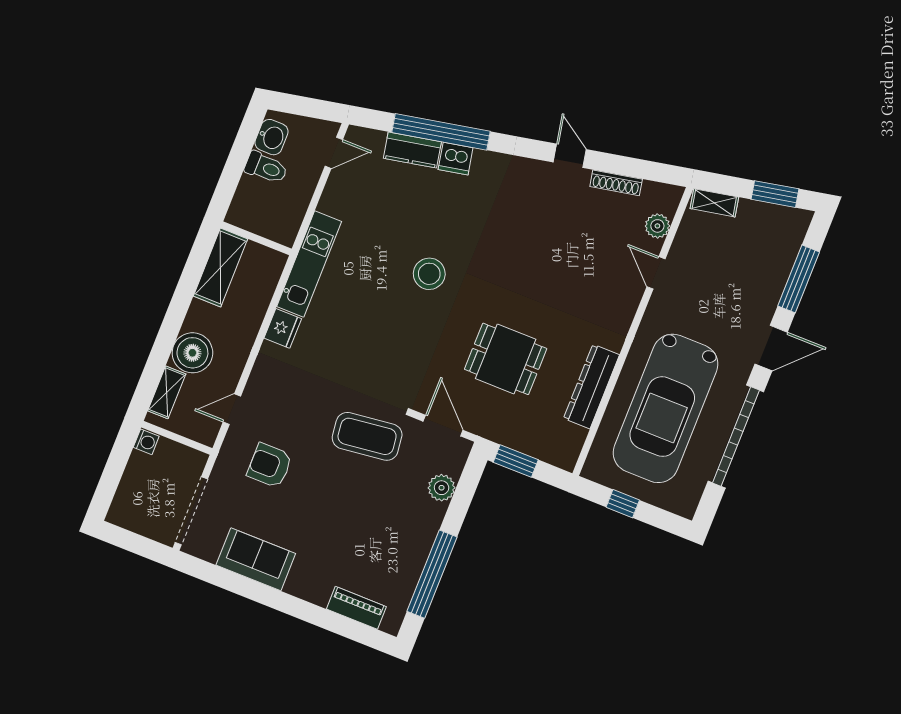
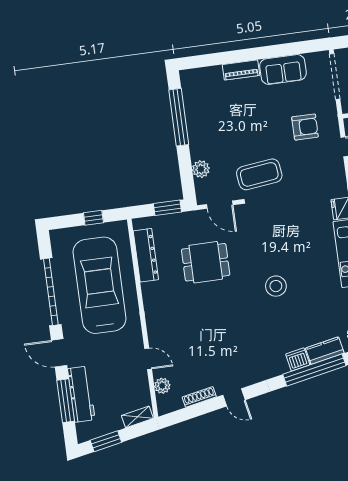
workbench: (773, 276) -> (81, 394), added
door: (771, 348) -> (59, 353), hinge flipped
dresser: (591, 387) -> (146, 255), moved
piano: (356, 608) -> (241, 70), moved

